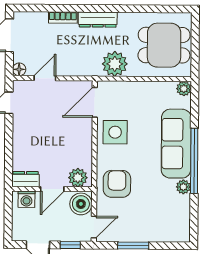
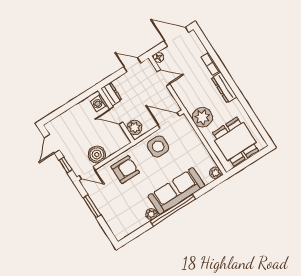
plant: (78, 178) -> (135, 127), moved
dresser: (26, 179) -> (111, 94), moved
door: (52, 189) -> (116, 116), moved
wall: (52, 189) -> (116, 115), moved
washing machine: (26, 199) -> (99, 103), moved

